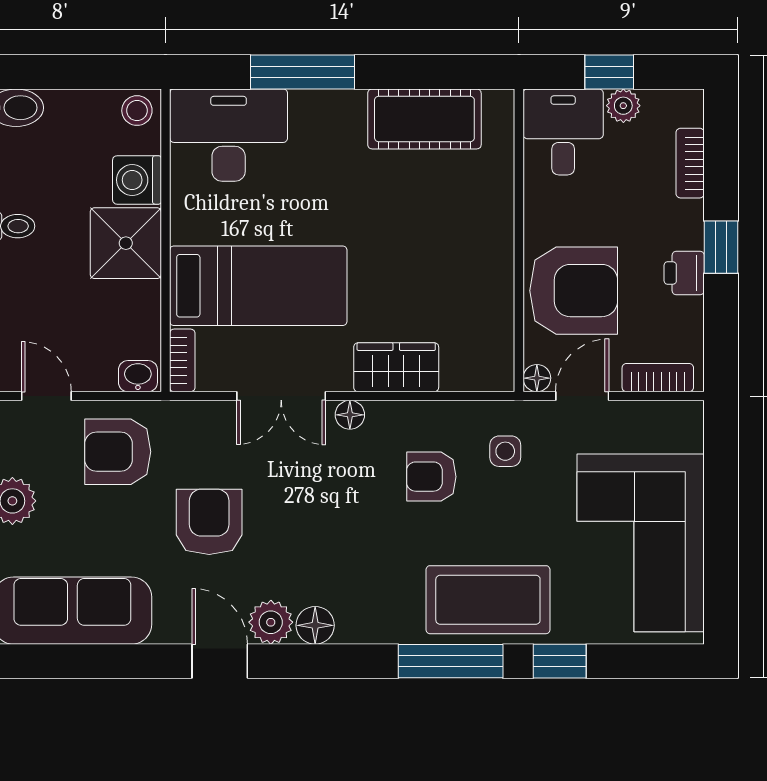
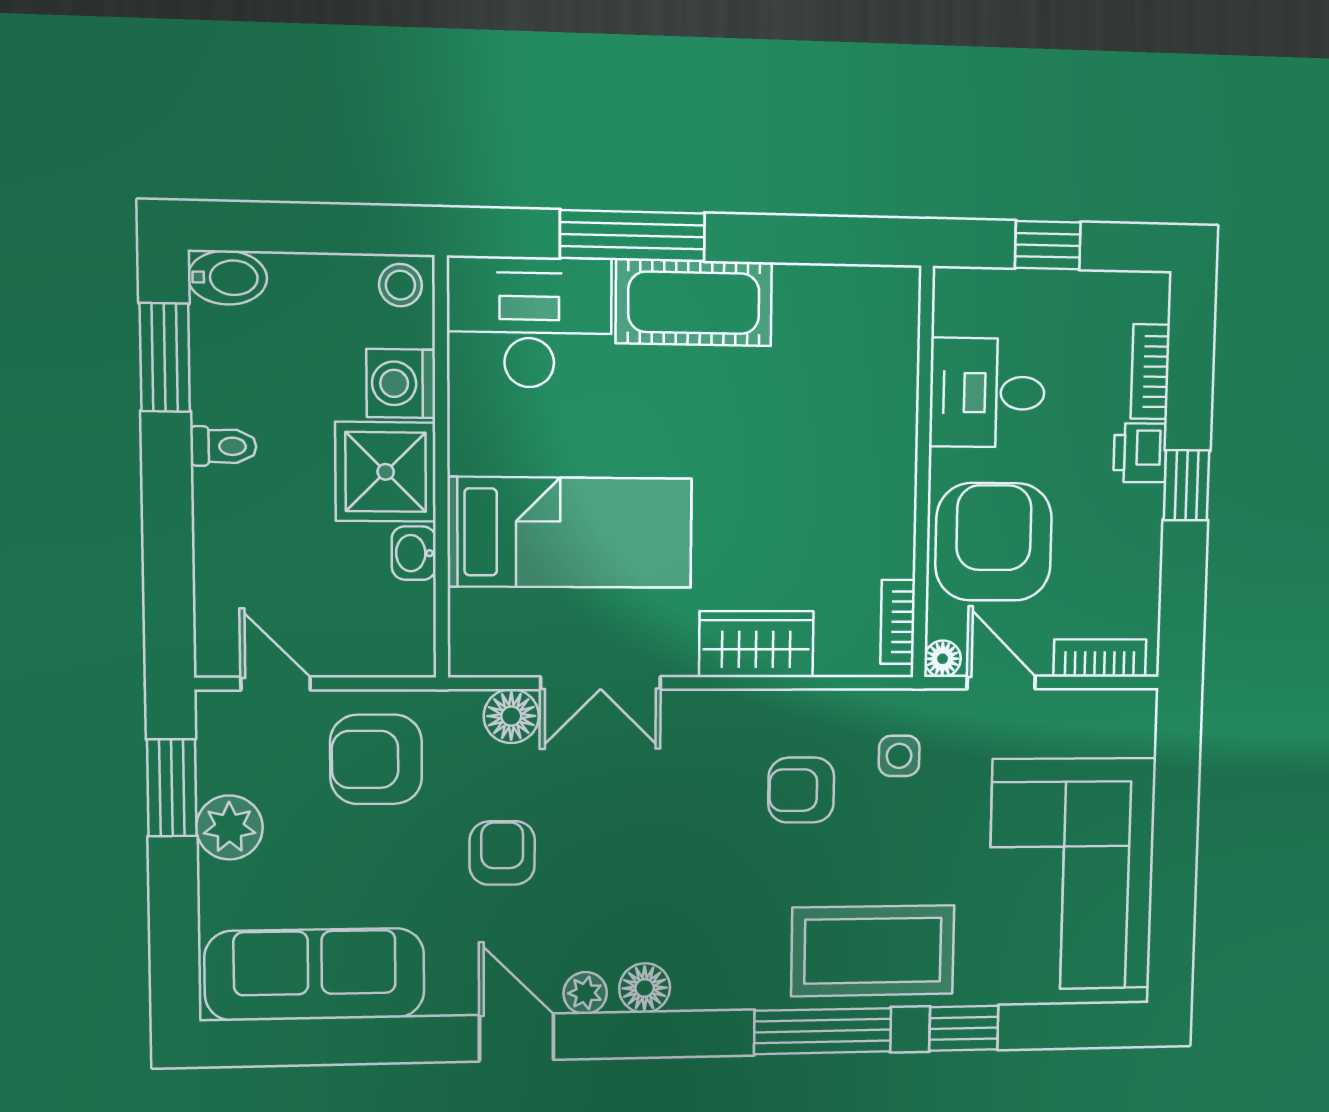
plant: (623, 106) -> (1065, 292), removed
cot: (424, 119) -> (694, 303), moved
desk: (563, 132) -> (987, 393), moved, turned -90
printer: (684, 273) -> (1140, 453), moved
armchair: (574, 291) -> (994, 542), turned -90
bookcase: (182, 360) -> (898, 622), moved, turned 180
washbasin: (138, 376) -> (414, 553), moved, turned -90
door: (582, 396) -> (1001, 683), hinge flipped
floor lamp: (350, 415) -> (511, 716), moved, width x1.37, depth x1.37
armchair: (209, 522) -> (502, 853), width x0.72, depth x0.72
plant: (271, 622) -> (585, 993), width x0.73, depth x0.73

